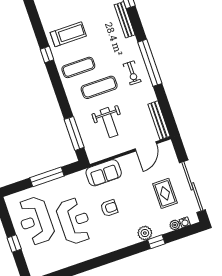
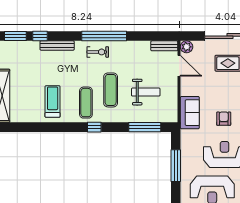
window: (47, 55) -> (94, 127), moved
exercise bike: (132, 73) -> (98, 52), moved
bench: (159, 120) -> (164, 46), width x0.73
plant: (167, 147) -> (187, 47), added

